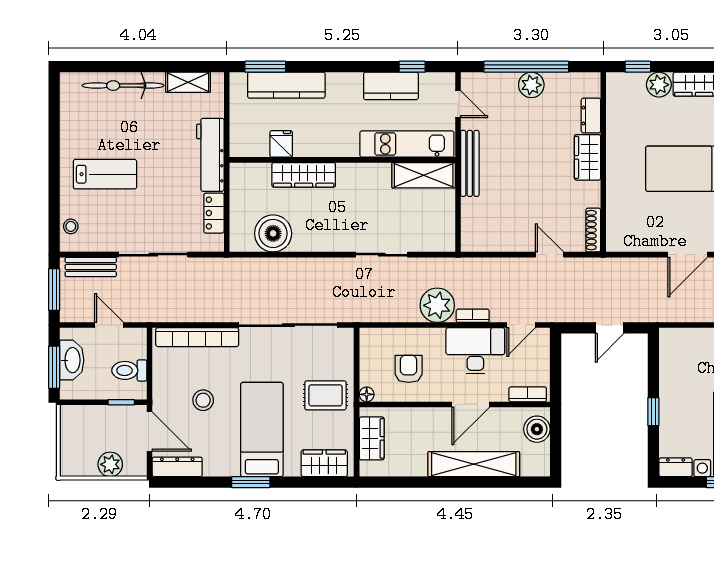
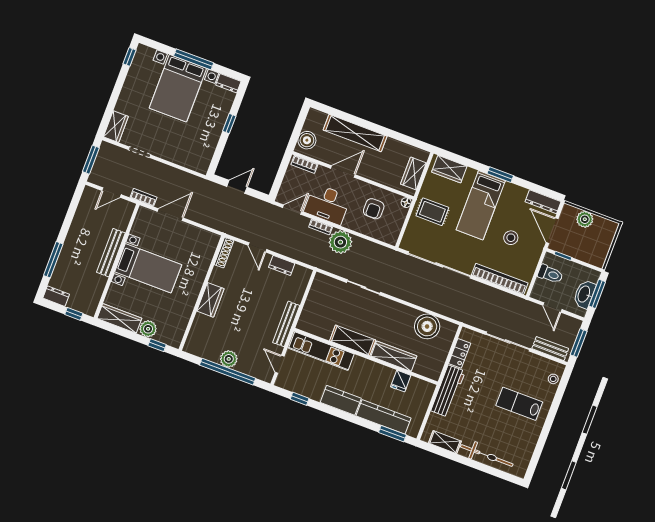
kitchen counter: (391, 86) -> (341, 400), moved
dresser: (591, 116) -> (282, 265), moved, turned 90
shelving: (424, 175) -> (353, 340), moved

